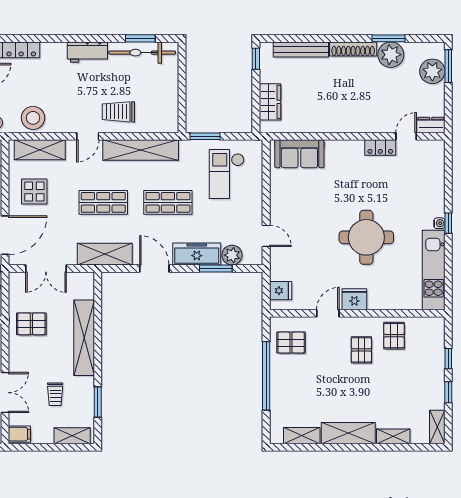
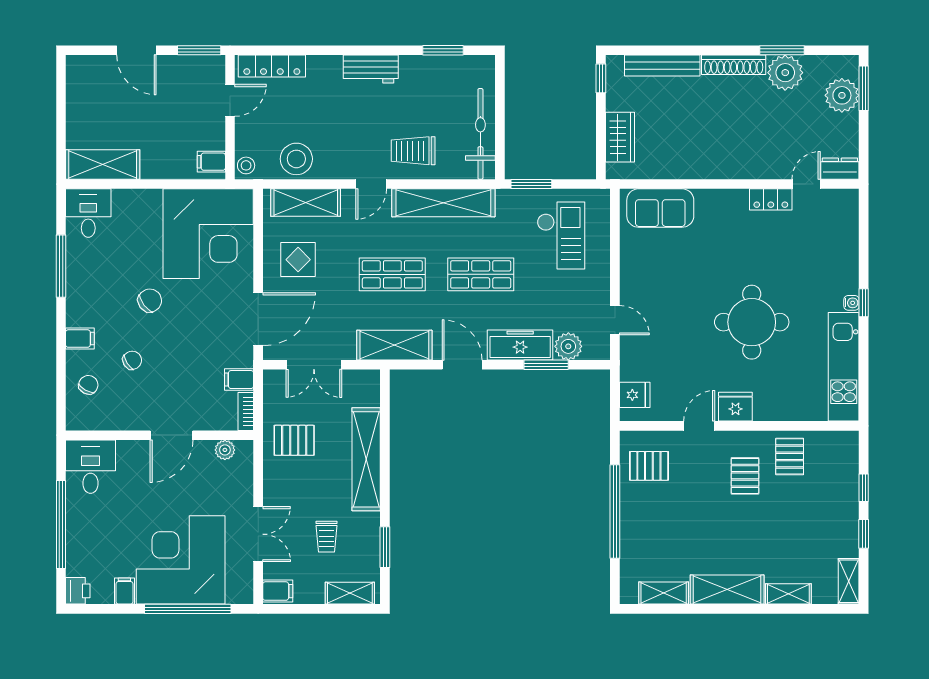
bicycle: (142, 53) -> (480, 134), moved, turned 90
checkout: (227, 174) -> (561, 236), turned 180

